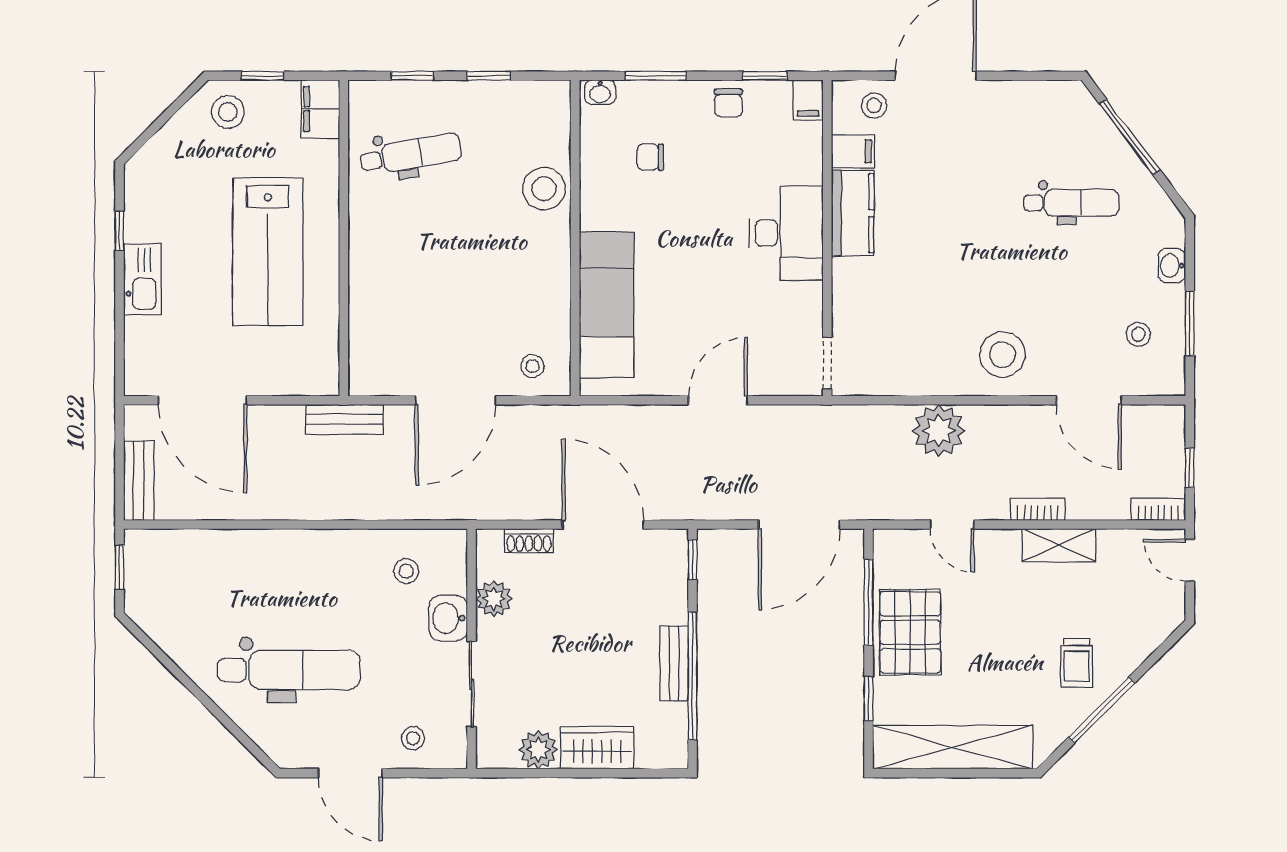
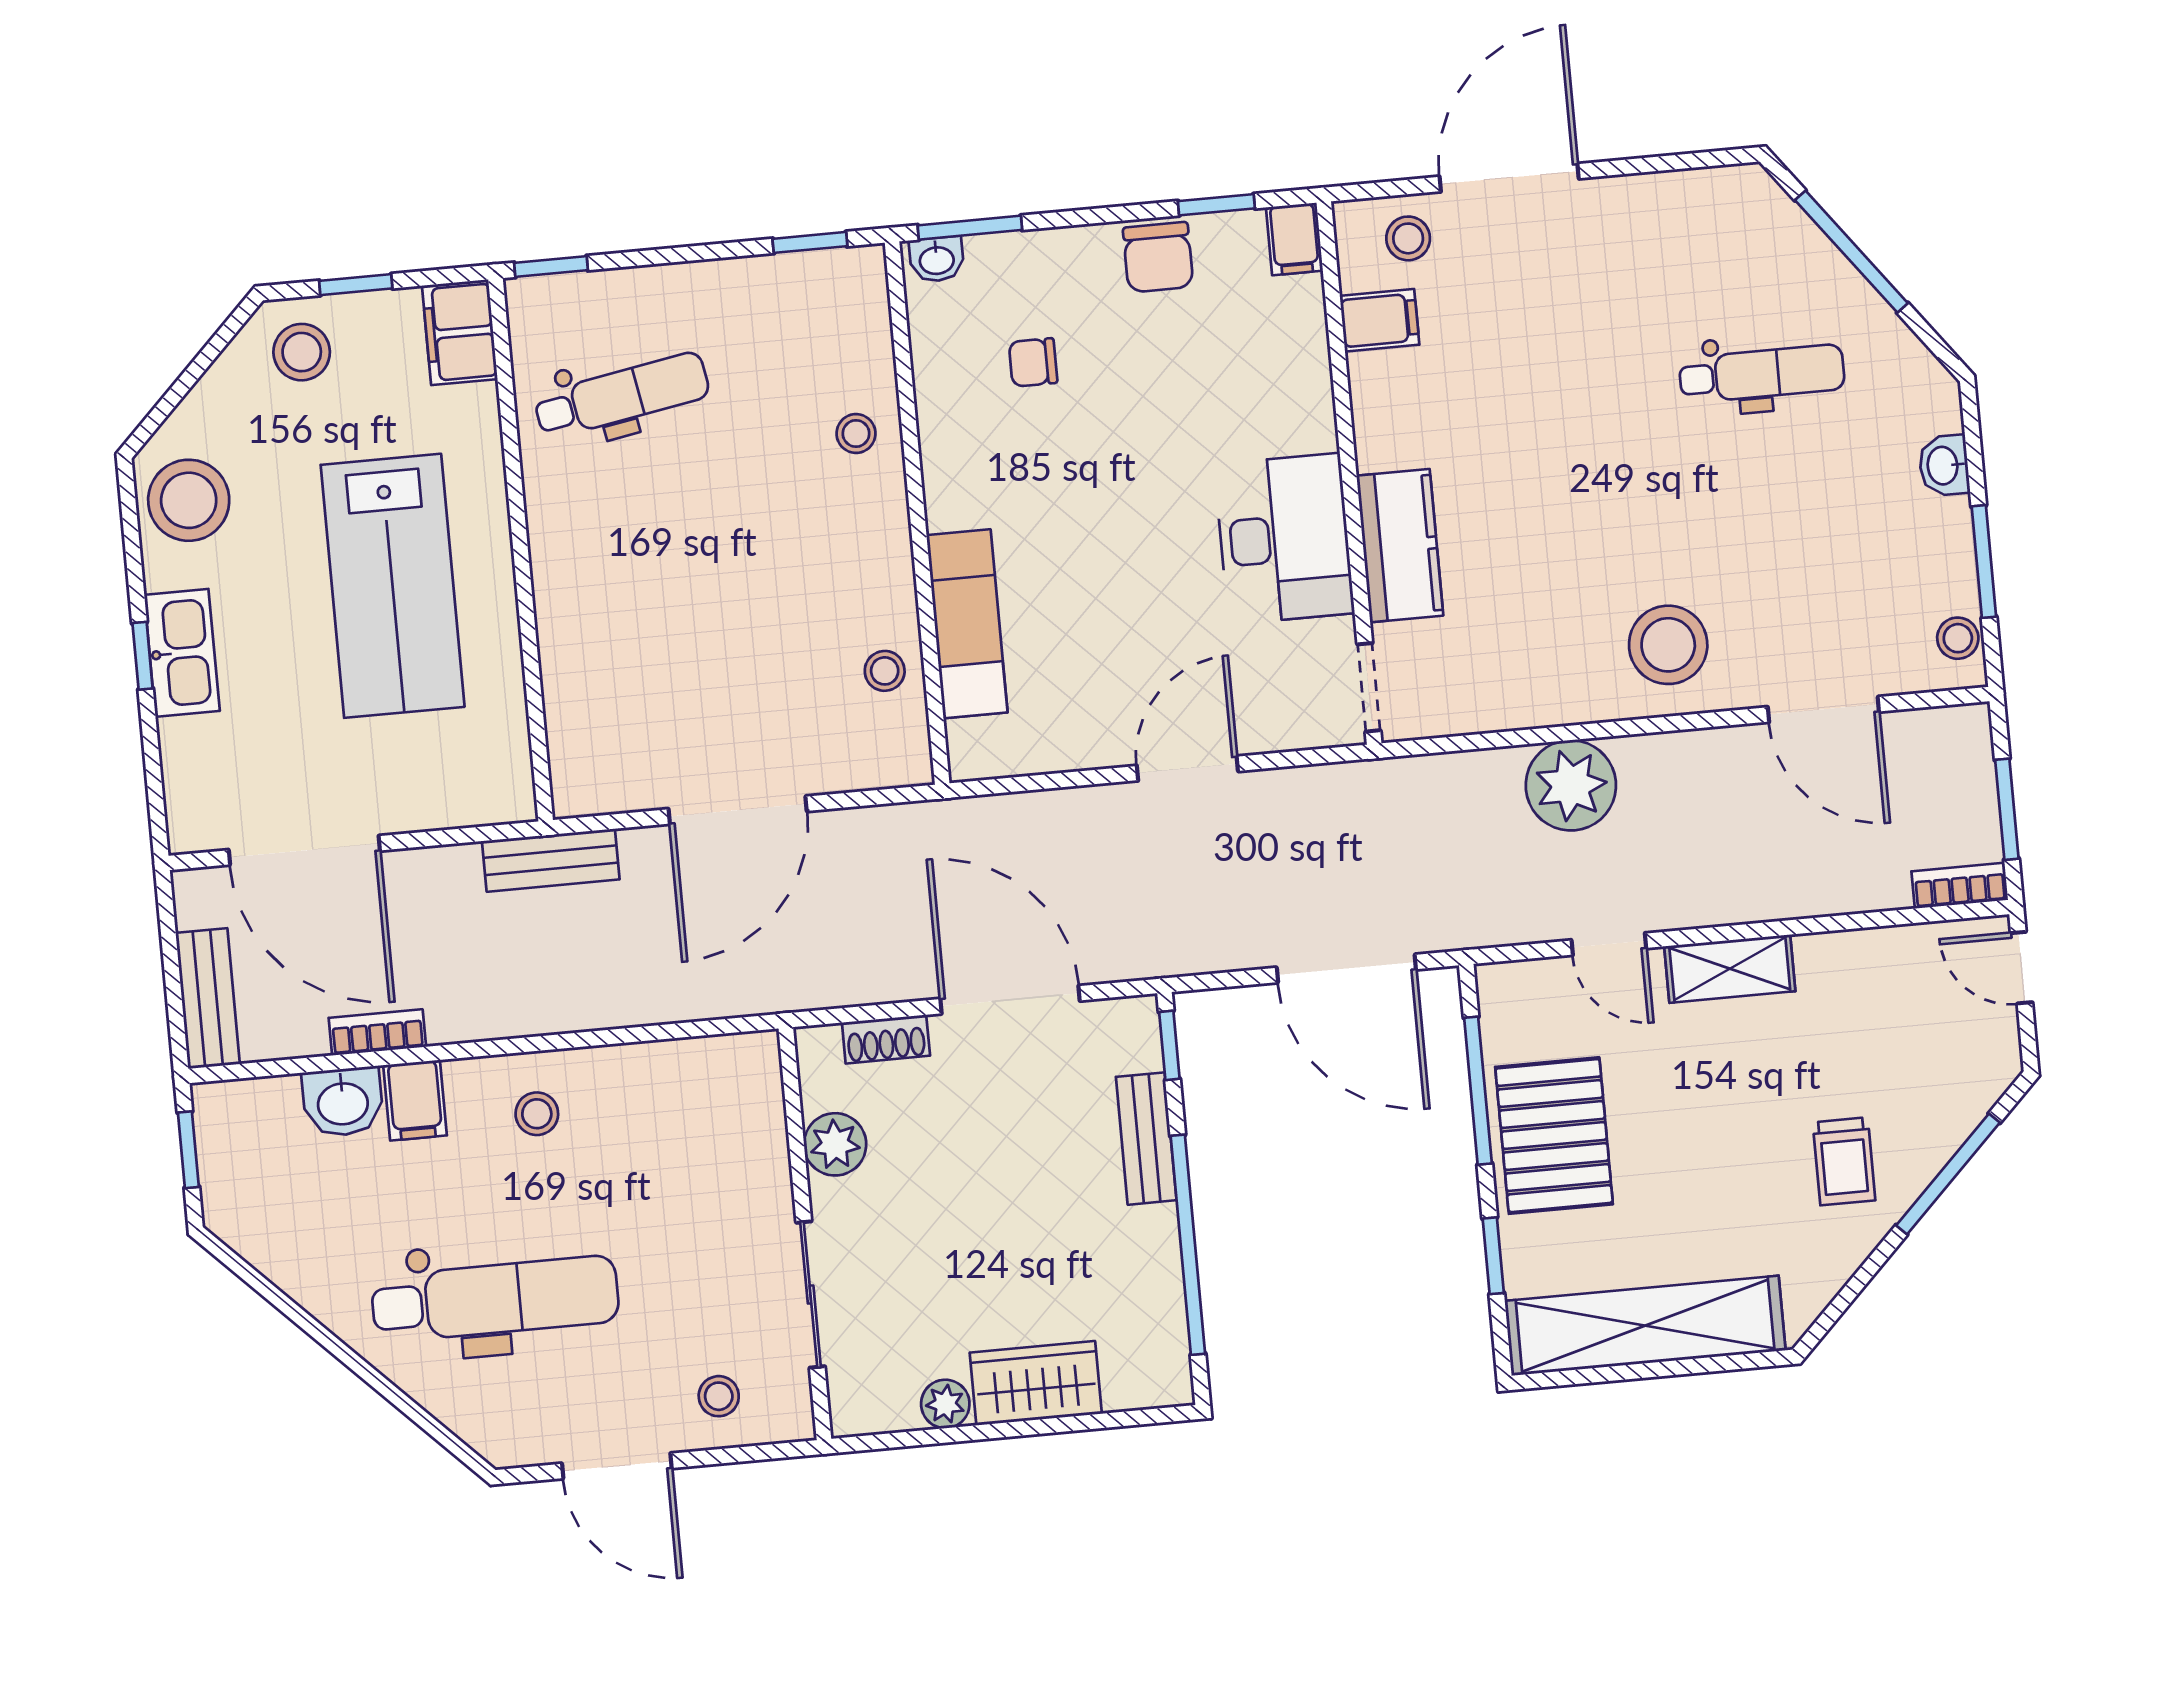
window: (412, 76) -> (551, 266), moved
window: (489, 76) -> (810, 242), moved
window: (656, 76) -> (970, 228), moved
chair: (728, 103) -> (1158, 257), width x1.37, depth x1.37
stool: (544, 189) -> (856, 434), width x0.53, depth x0.53
stool: (154, 192) -> (189, 500), added
kitchen counter: (853, 213) -> (1400, 546), moved
window: (119, 231) -> (143, 656), moved
desk: (786, 233) -> (1284, 539), moved
exam couch: (607, 305) -> (967, 624), width x0.73, depth x0.69
stool: (1138, 334) -> (1958, 638), moved
stool: (532, 366) -> (885, 671), moved
window: (1190, 468) -> (2007, 809), width x1.50
bookcase: (1038, 509) -> (377, 1032), moved
door: (799, 525) -> (1346, 969), hinge flipped
shelving: (1059, 545) -> (1730, 969), moved
filing cabinet: (253, 551) -> (415, 1100), added
stool: (406, 571) -> (537, 1114), moved
washbasin: (448, 618) -> (343, 1102), moved, turned -90
bench: (674, 663) -> (1146, 1139), moved
window: (1102, 710) -> (1948, 1174), moved
plant: (538, 750) -> (945, 1404), width x0.73, depth x0.73

